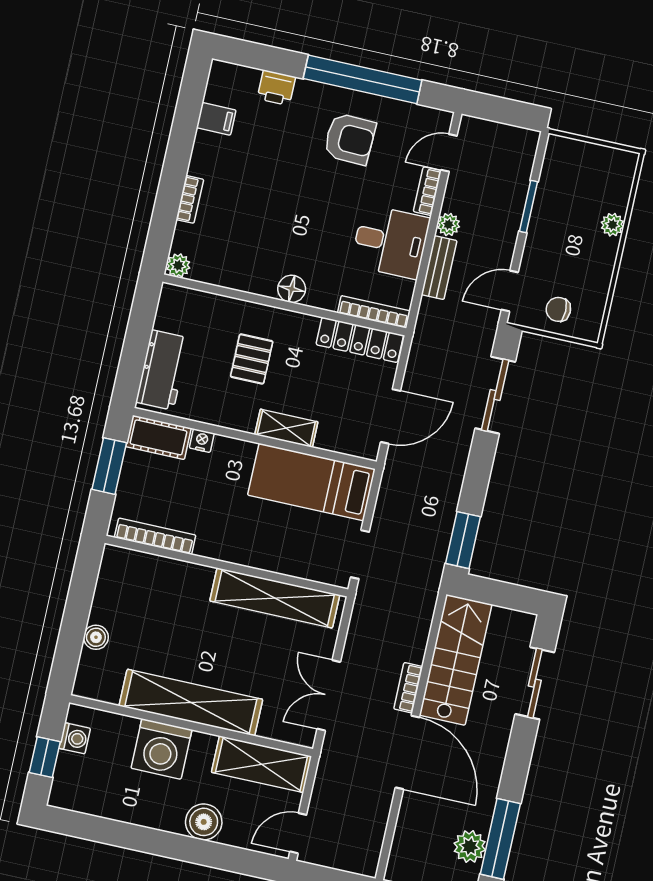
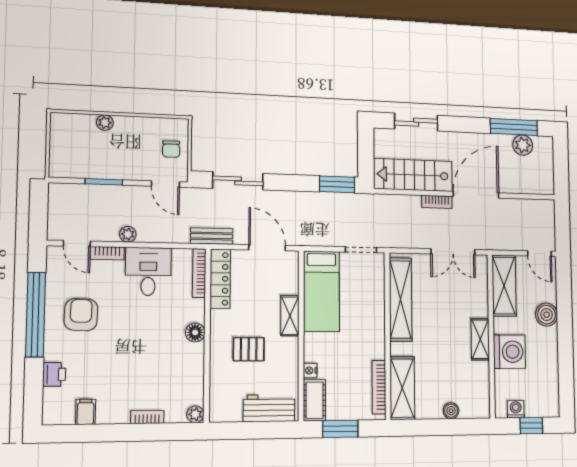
bench: (439, 268) -> (212, 236), moved
shelving: (146, 571) -> (402, 388), added
shelving: (191, 703) -> (480, 339), width x0.45, depth x0.75

